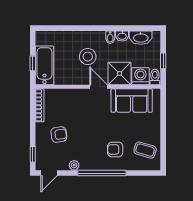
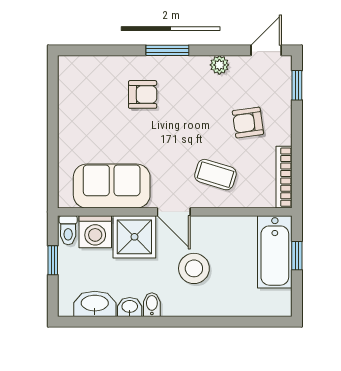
coffee table: (145, 150) -> (215, 175), moved
window: (102, 173) -> (167, 50), width x0.47

